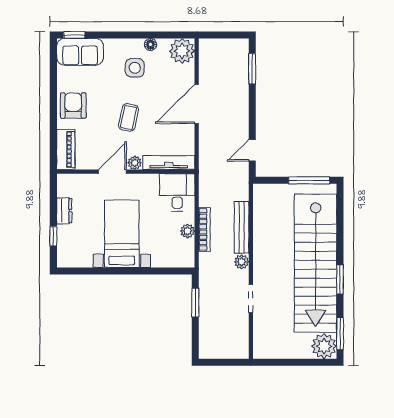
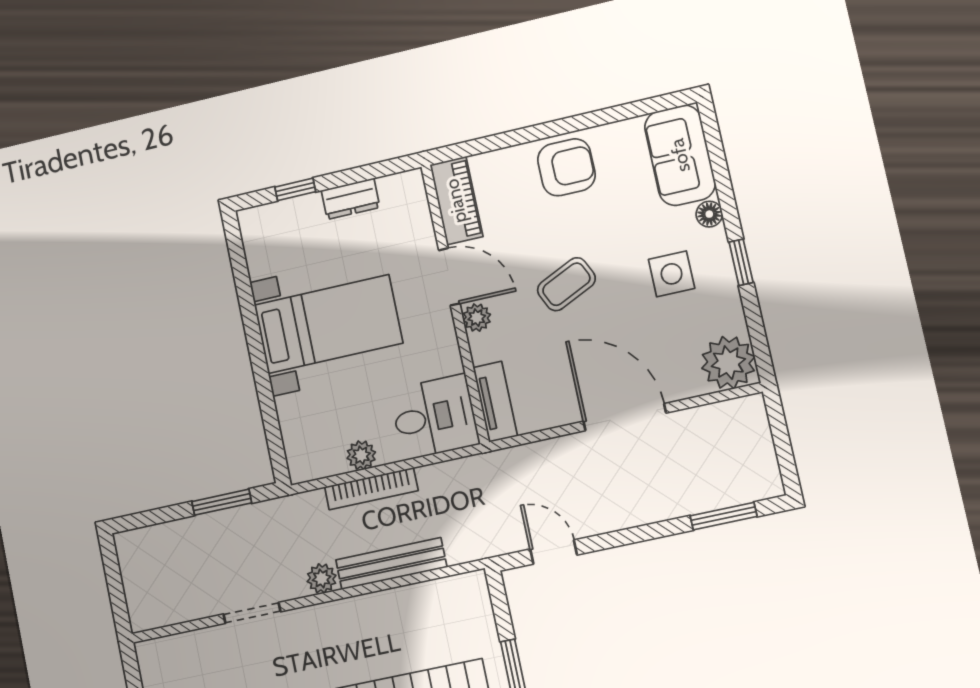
window: (74, 35) -> (741, 262), moved
floor lamp: (150, 44) -> (709, 214), moved
coffee table: (129, 117) -> (566, 284), turned -37
piano: (66, 149) -> (456, 201), moved, turned -90
tv unit: (169, 162) -> (495, 402), width x0.71

